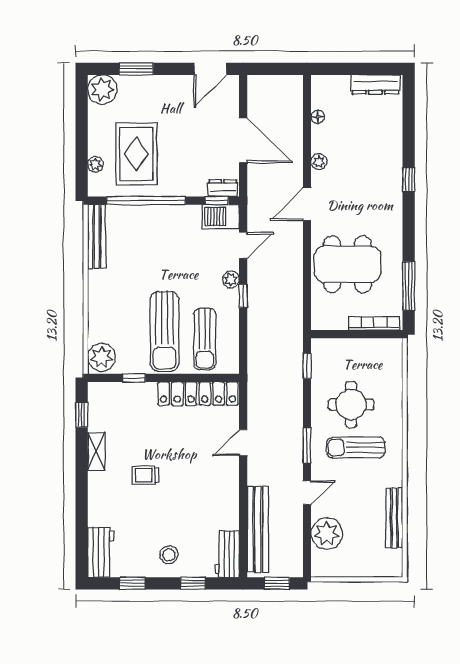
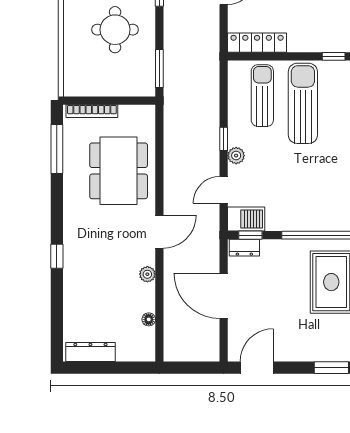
dining table: (348, 264) -> (119, 171), turned 90
window: (307, 366) -> (159, 68), width x1.50
locker: (198, 394) -> (257, 43), width x0.71, depth x0.83

